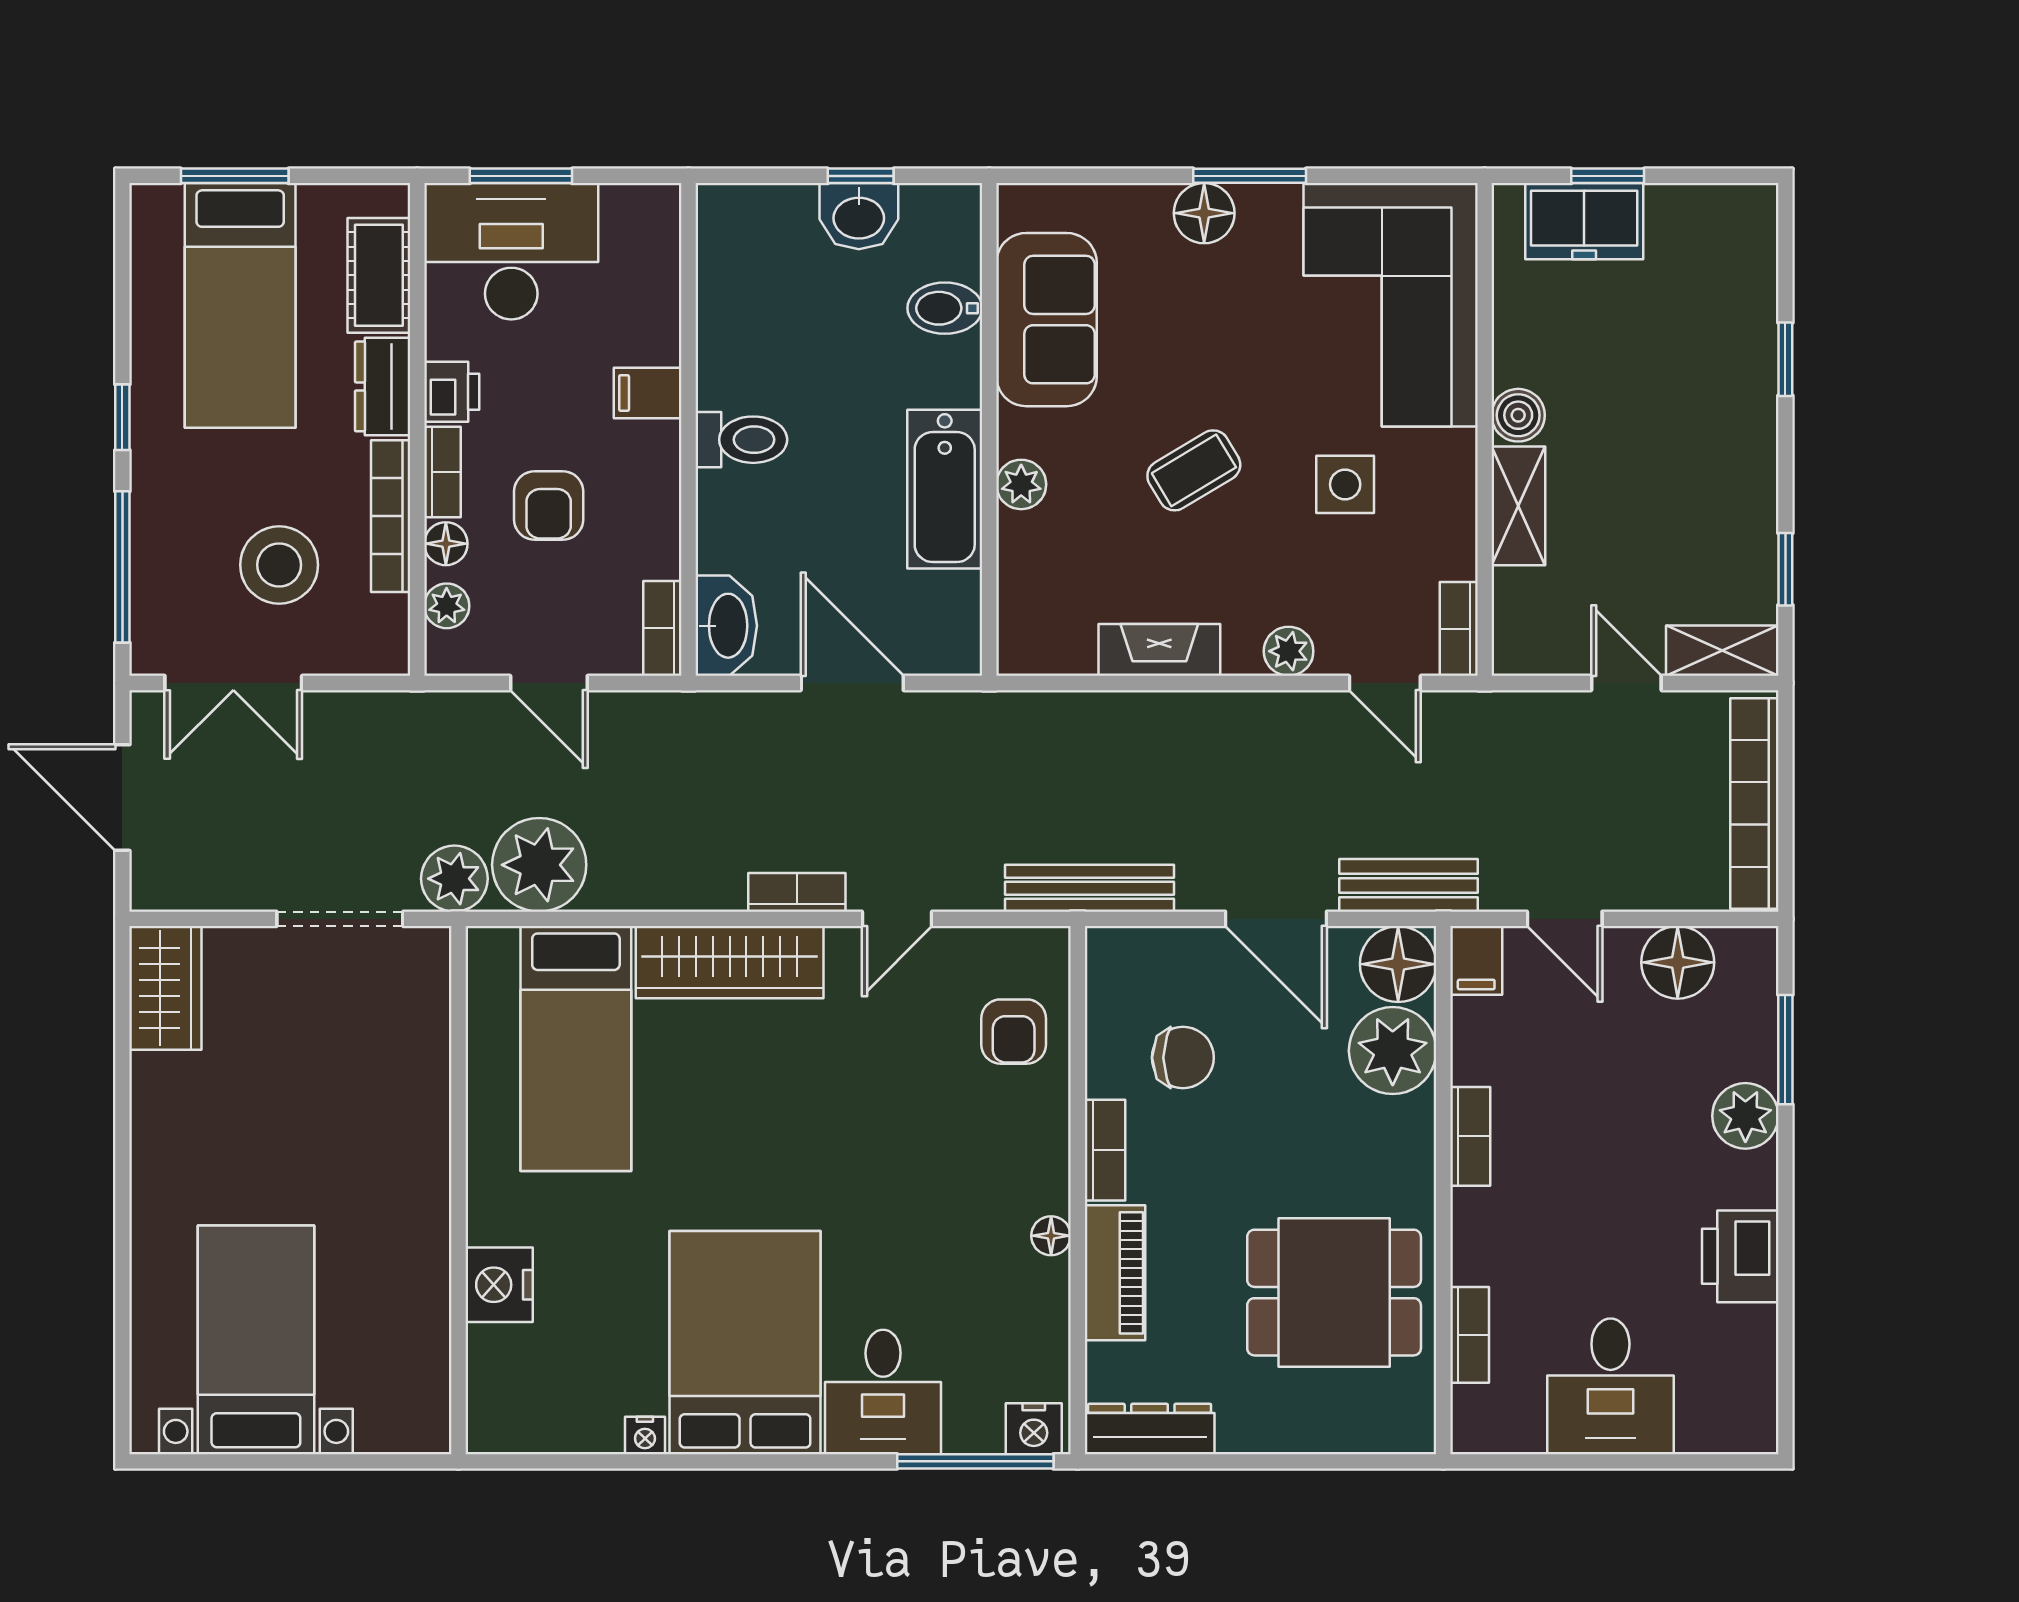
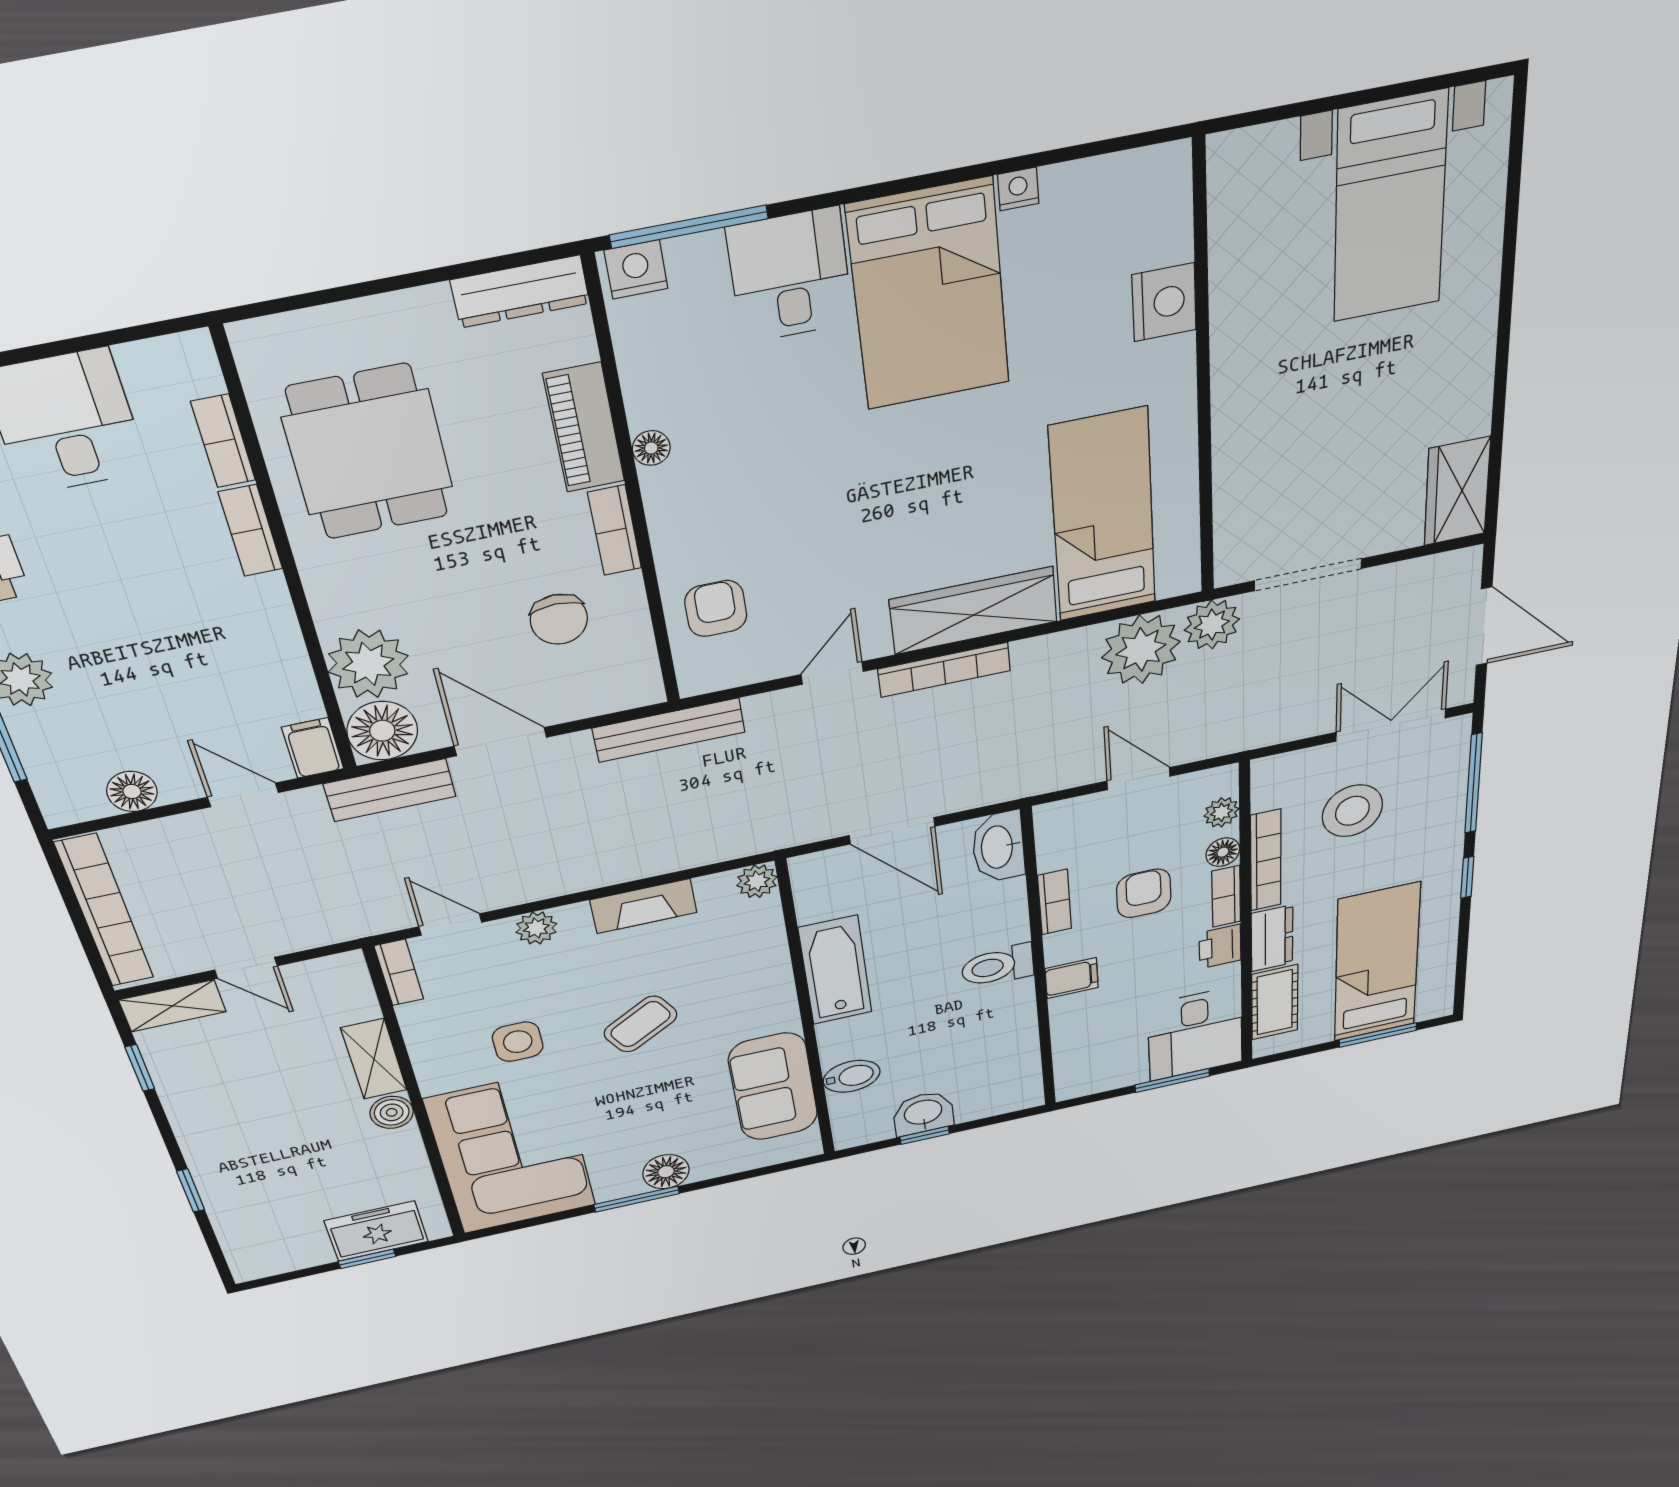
desk: (511, 251) -> (1195, 1034), width x0.73
plant: (1021, 484) -> (757, 881), moved
bookcase: (662, 628) -> (1055, 902), moved
bookcase: (797, 892) -> (944, 670), width x1.56
floor lamp: (1678, 962) -> (132, 791), width x0.73, depth x0.73
chair: (1183, 1058) -> (559, 619), turned -90
bookcase: (1470, 1136) -> (251, 531), moved
dining table: (1334, 1293) -> (368, 452), turned 90

